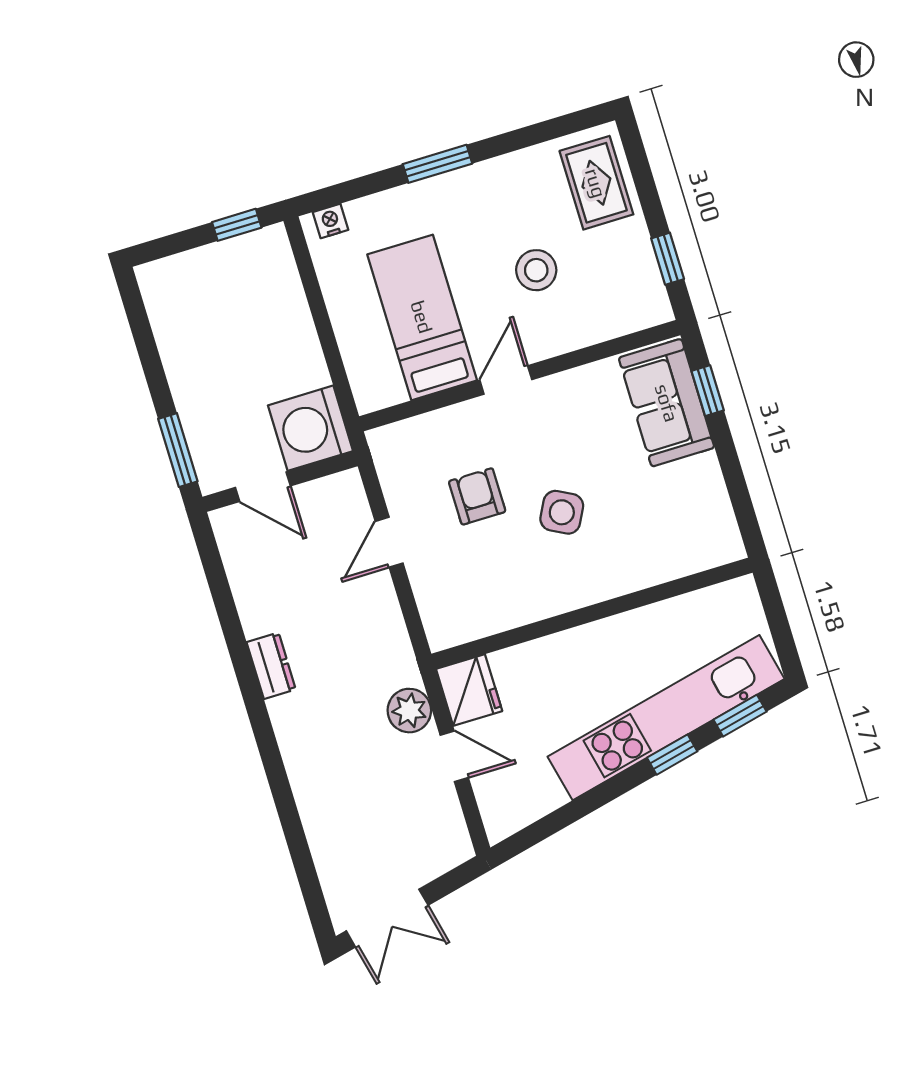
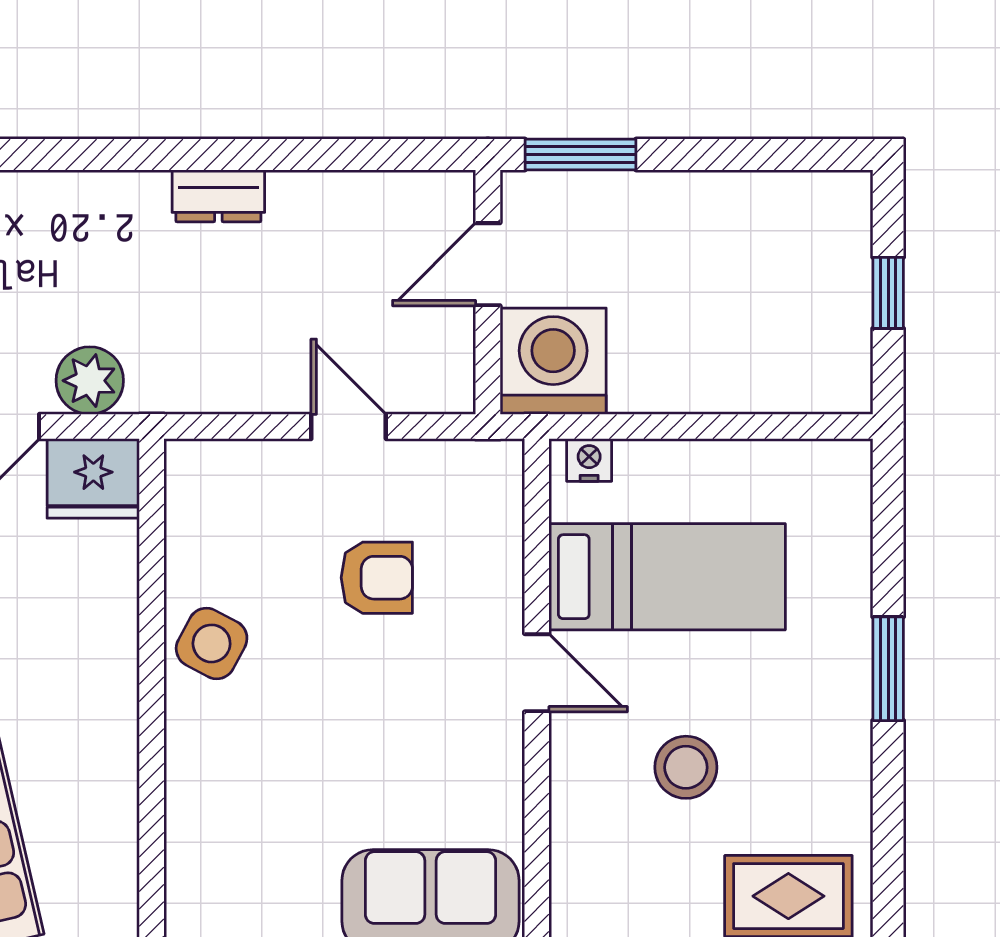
nightstand: (331, 221) -> (589, 460), moved, turned -90
window: (237, 225) -> (888, 293), moved
side table: (562, 512) -> (212, 643), moved

